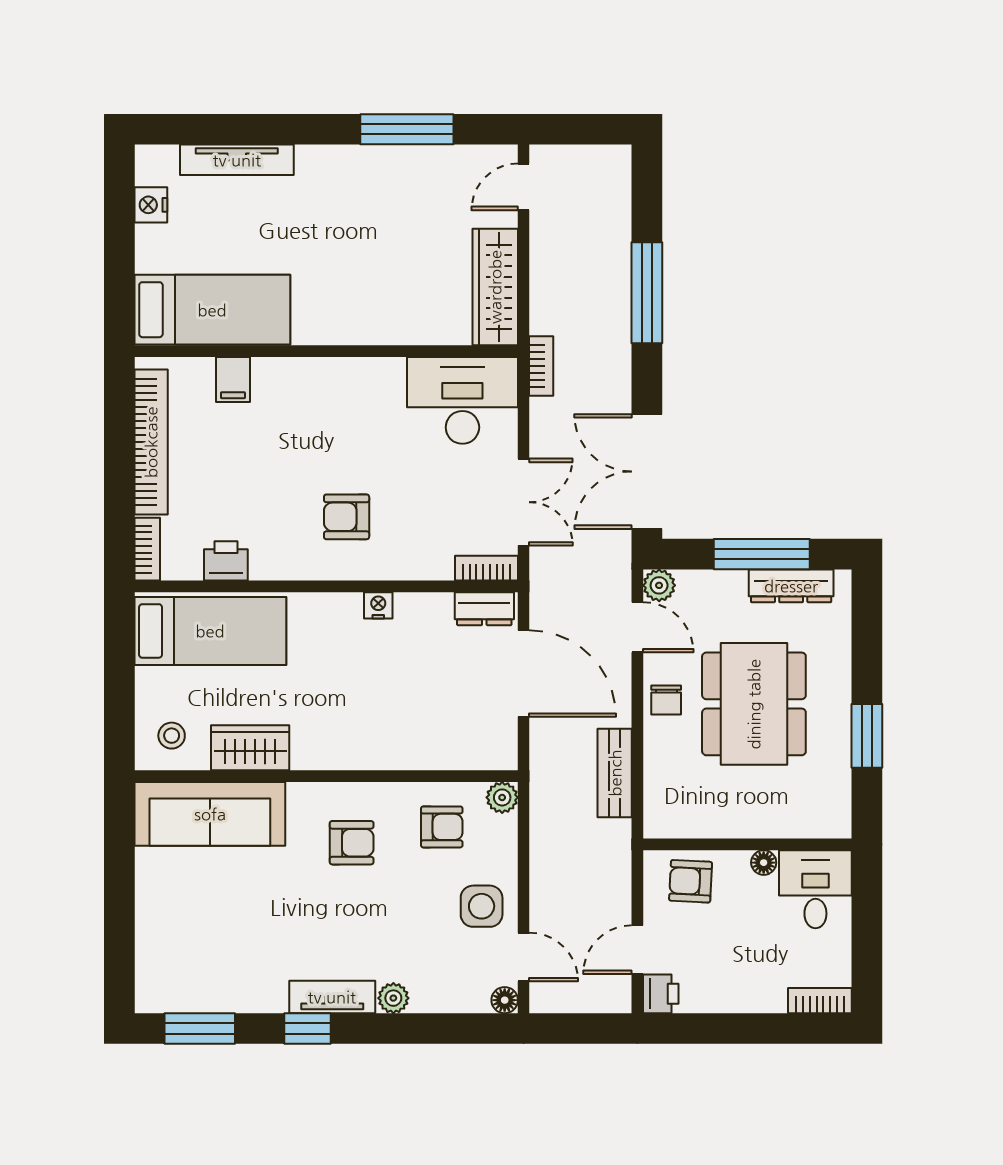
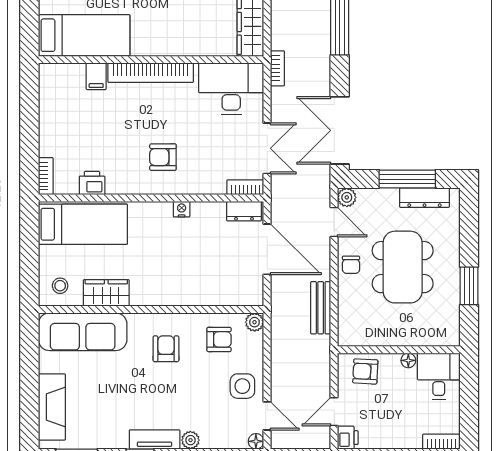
bookcase: (151, 442) -> (151, 73), moved, turned 90
armchair: (352, 843) -> (166, 349), turned -90
fireplace: (158, 942) -> (52, 407), added

